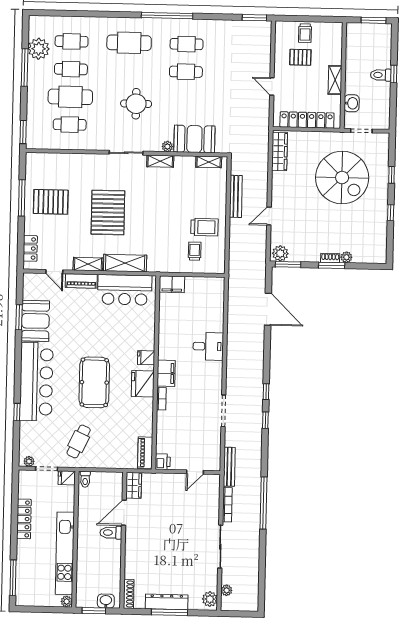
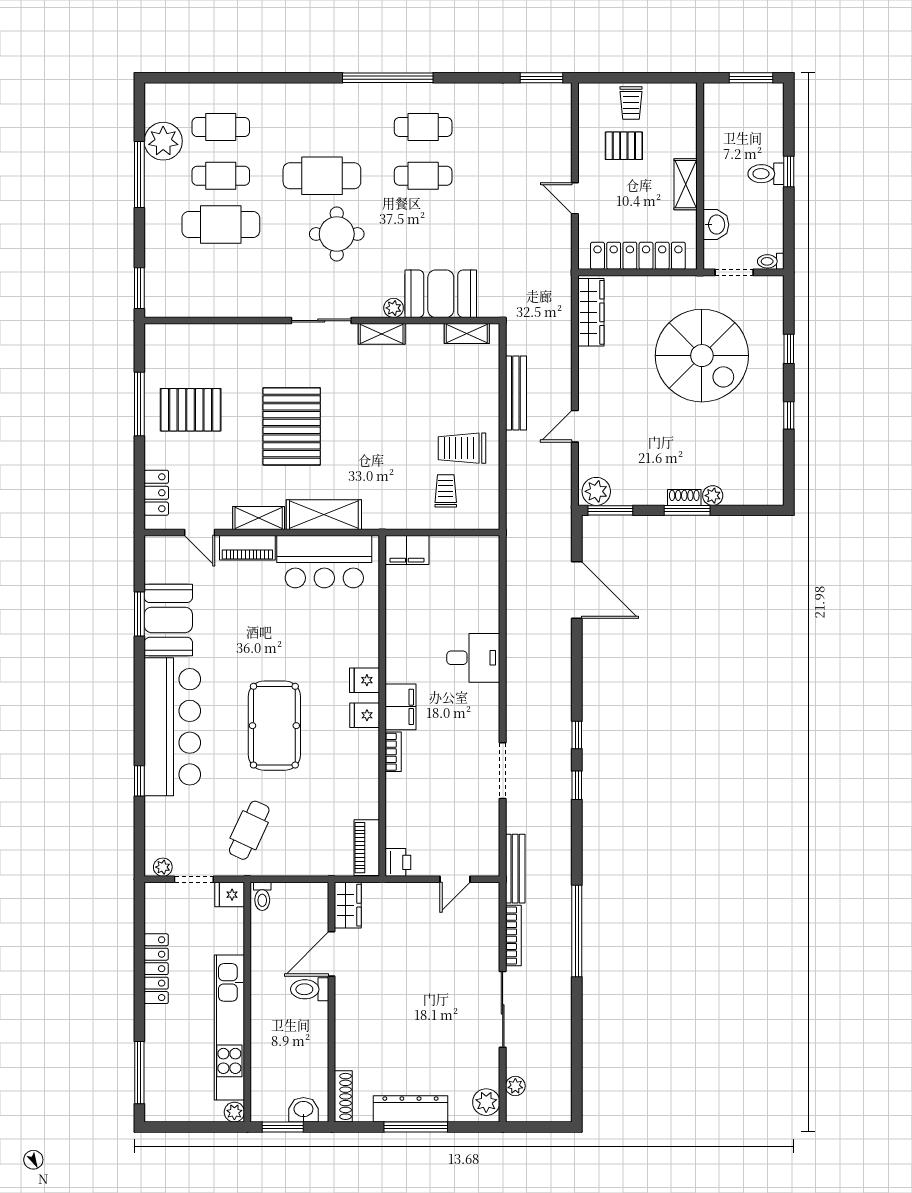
cafe table: (129, 43) -> (322, 176), moved
cafe table: (70, 125) -> (221, 273), removed
toilet: (382, 125) -> (771, 261), added
trolley: (204, 227) -> (462, 448), turned 180
fridge: (143, 384) -> (365, 715), width x0.53, depth x0.75

